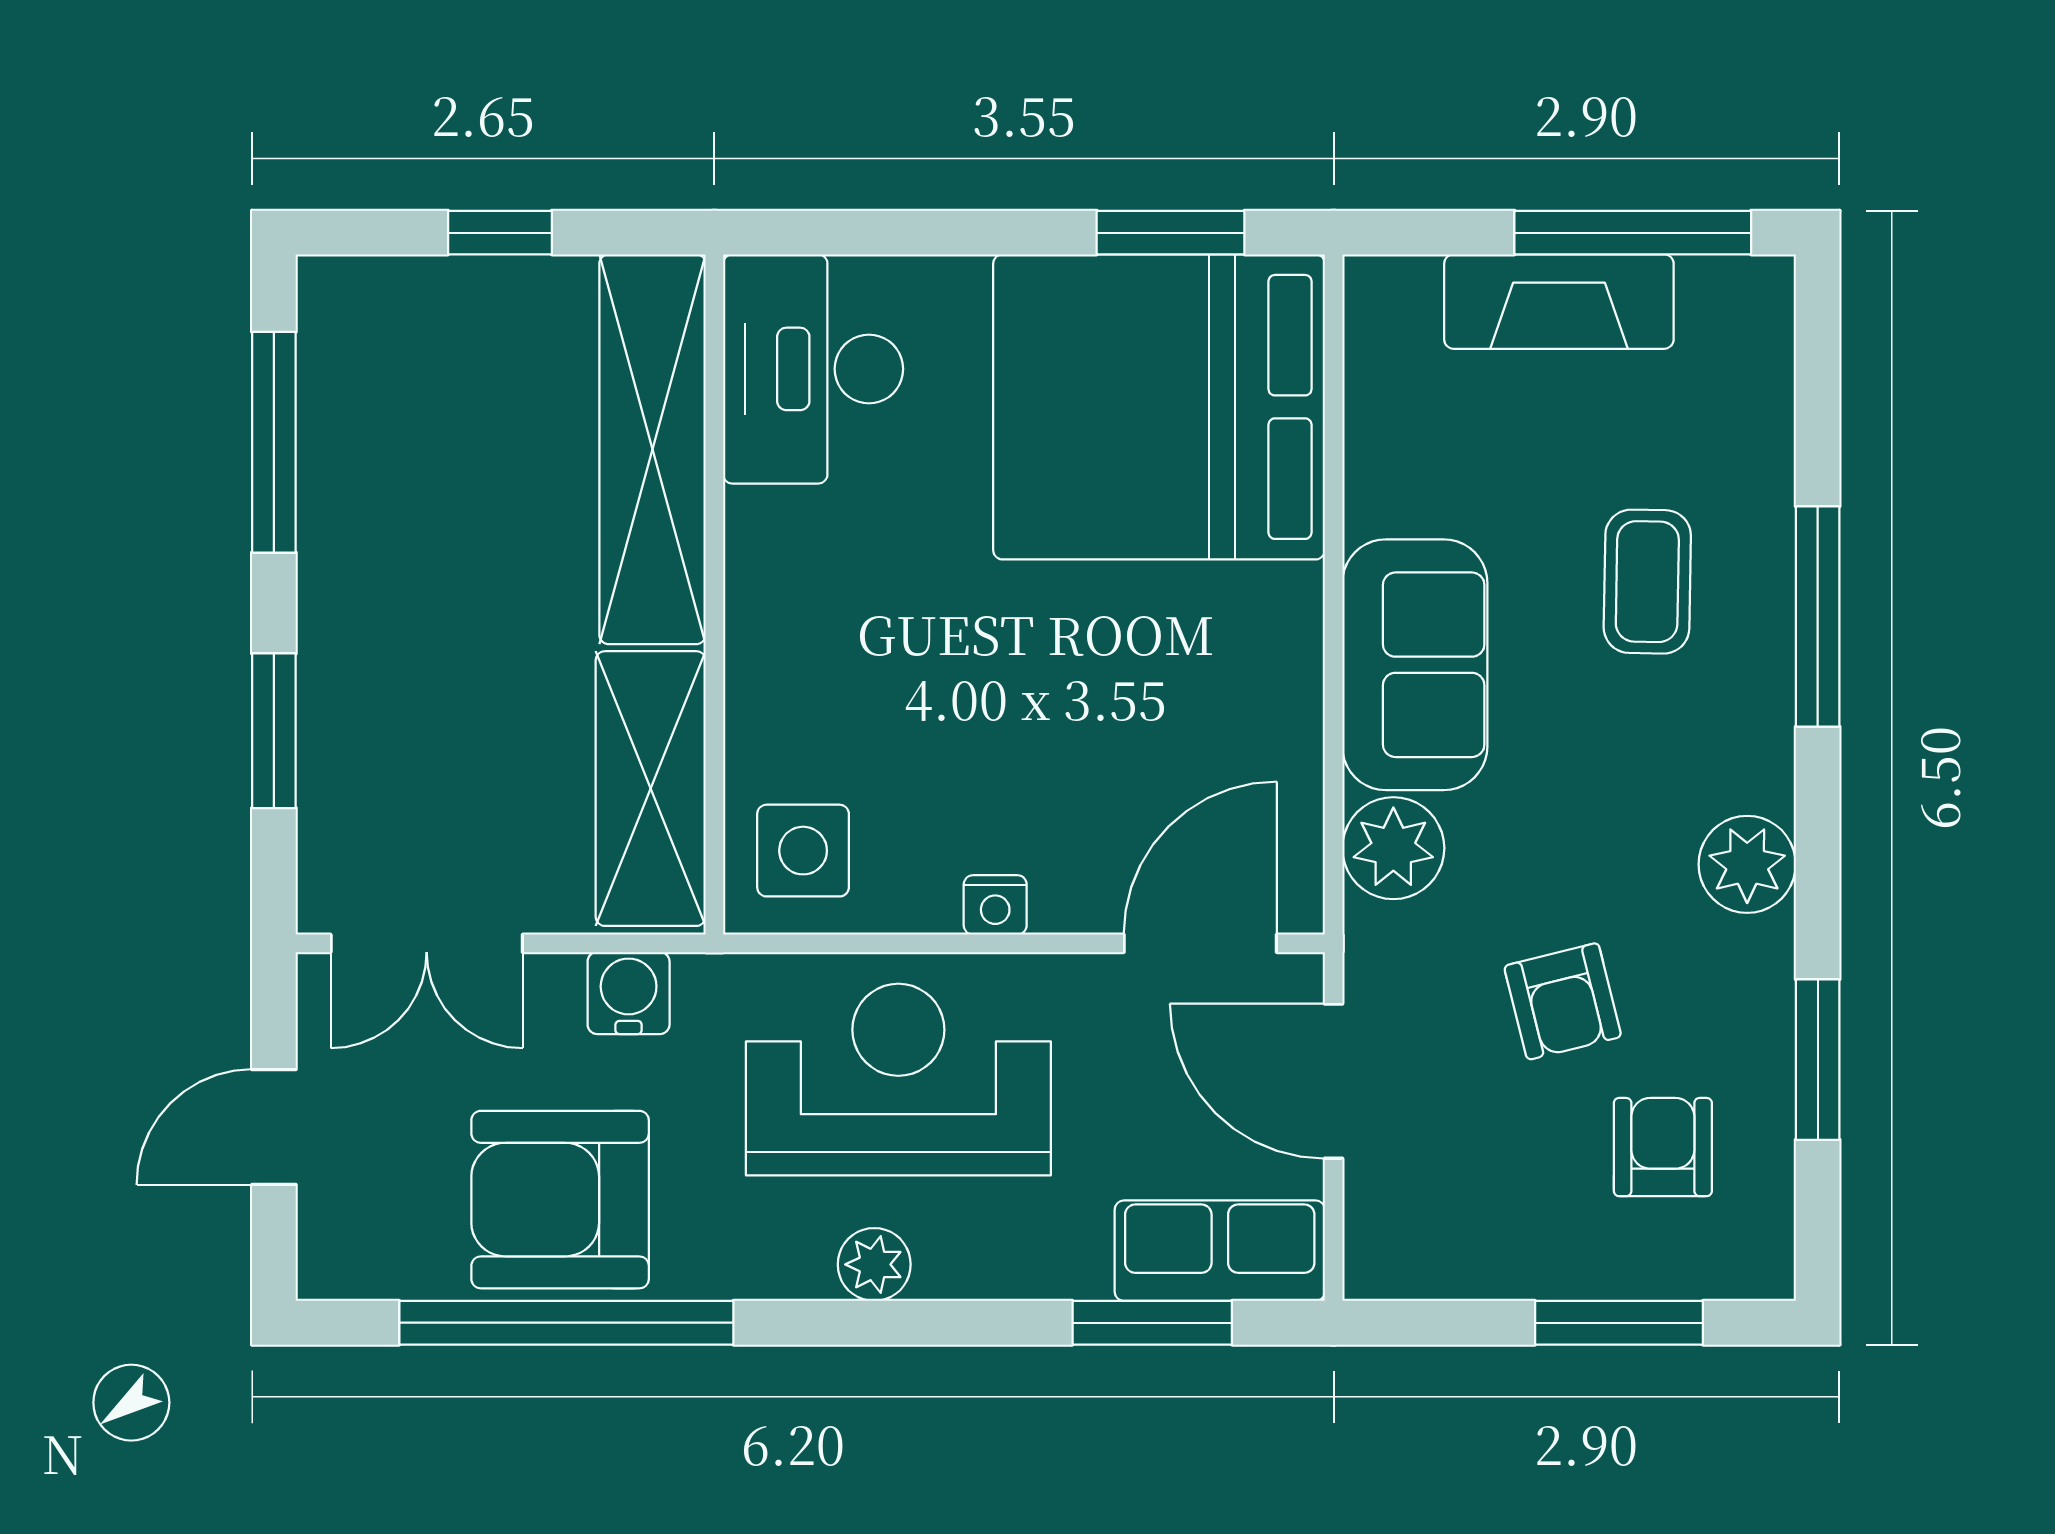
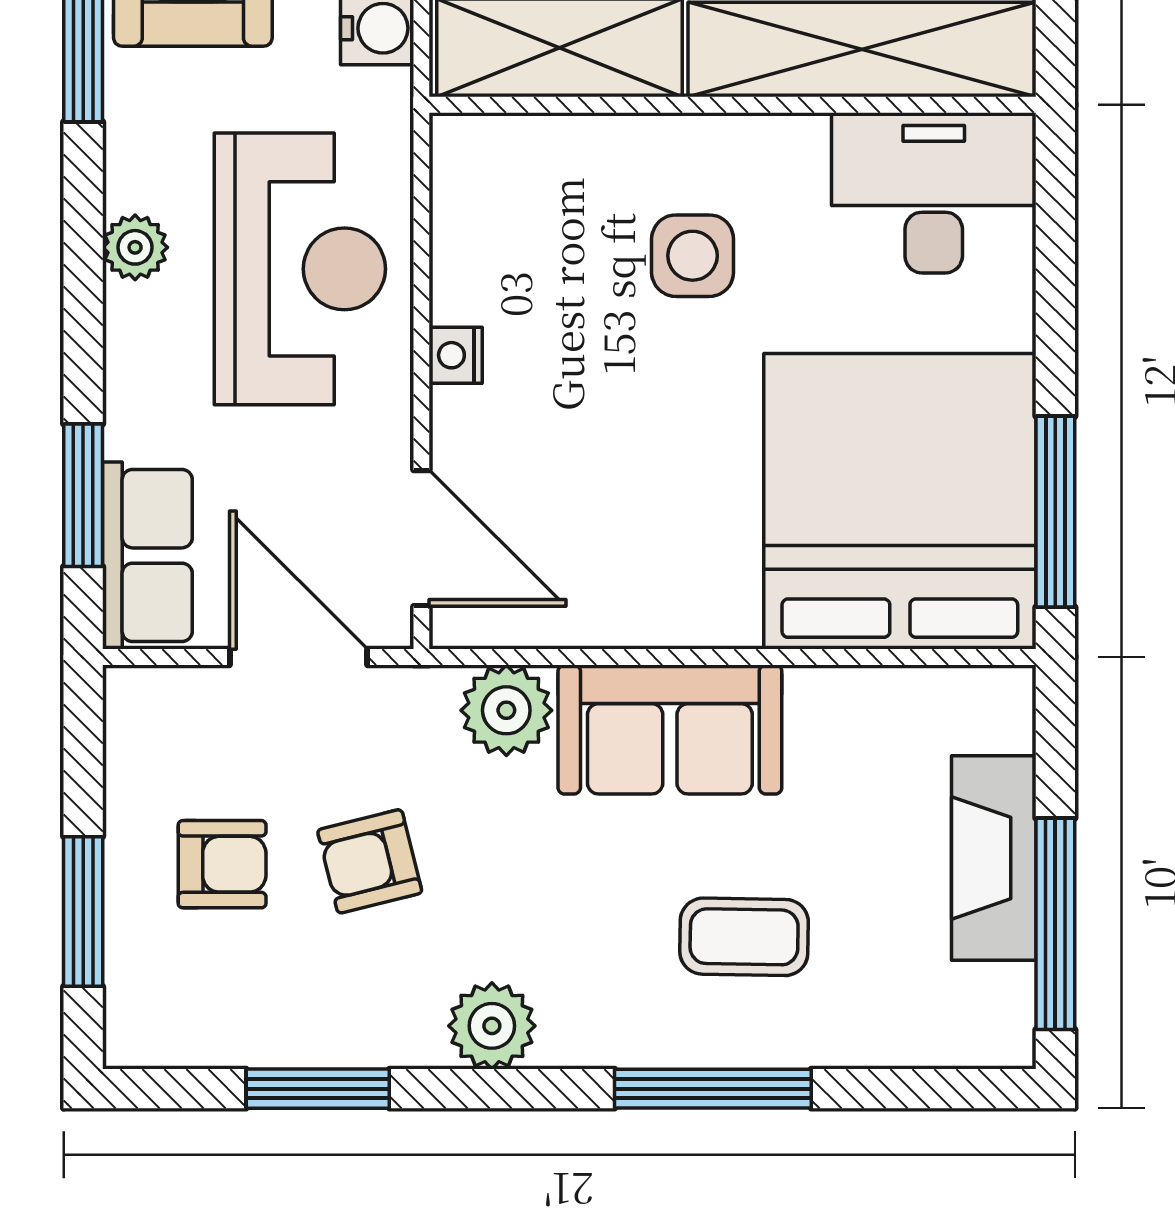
window: (1171, 233) -> (1055, 512), width x1.44
side table: (803, 851) -> (693, 256), moved
door: (1334, 1081) -> (299, 657), hinge flipped
armchair: (1663, 1147) -> (222, 864), moved

